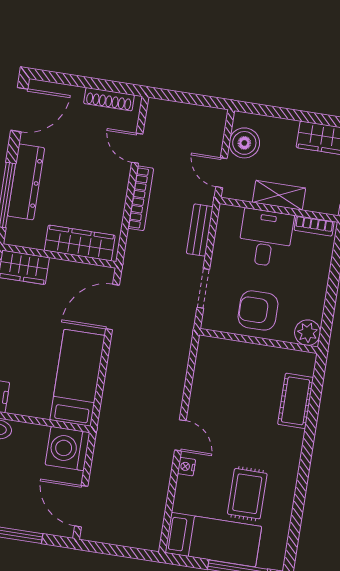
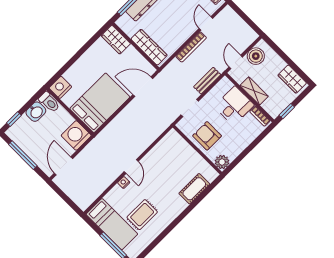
bed: (77, 378) -> (100, 103), width x1.50

